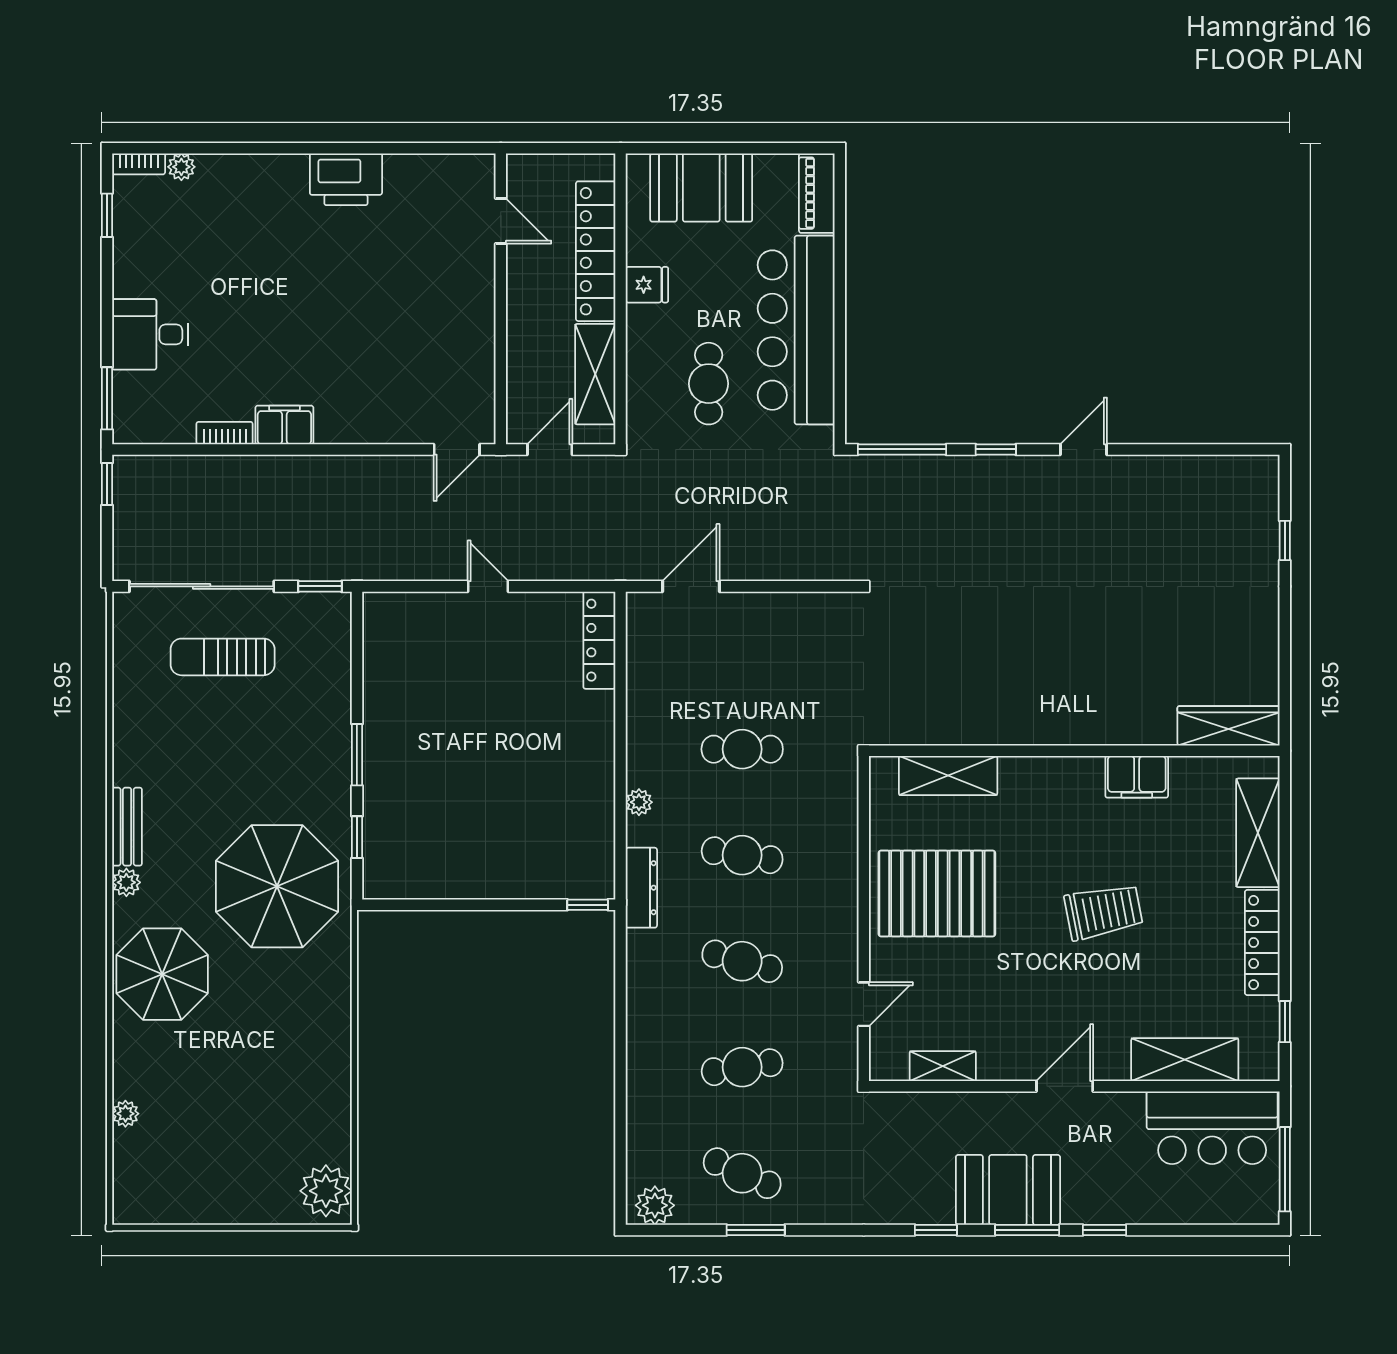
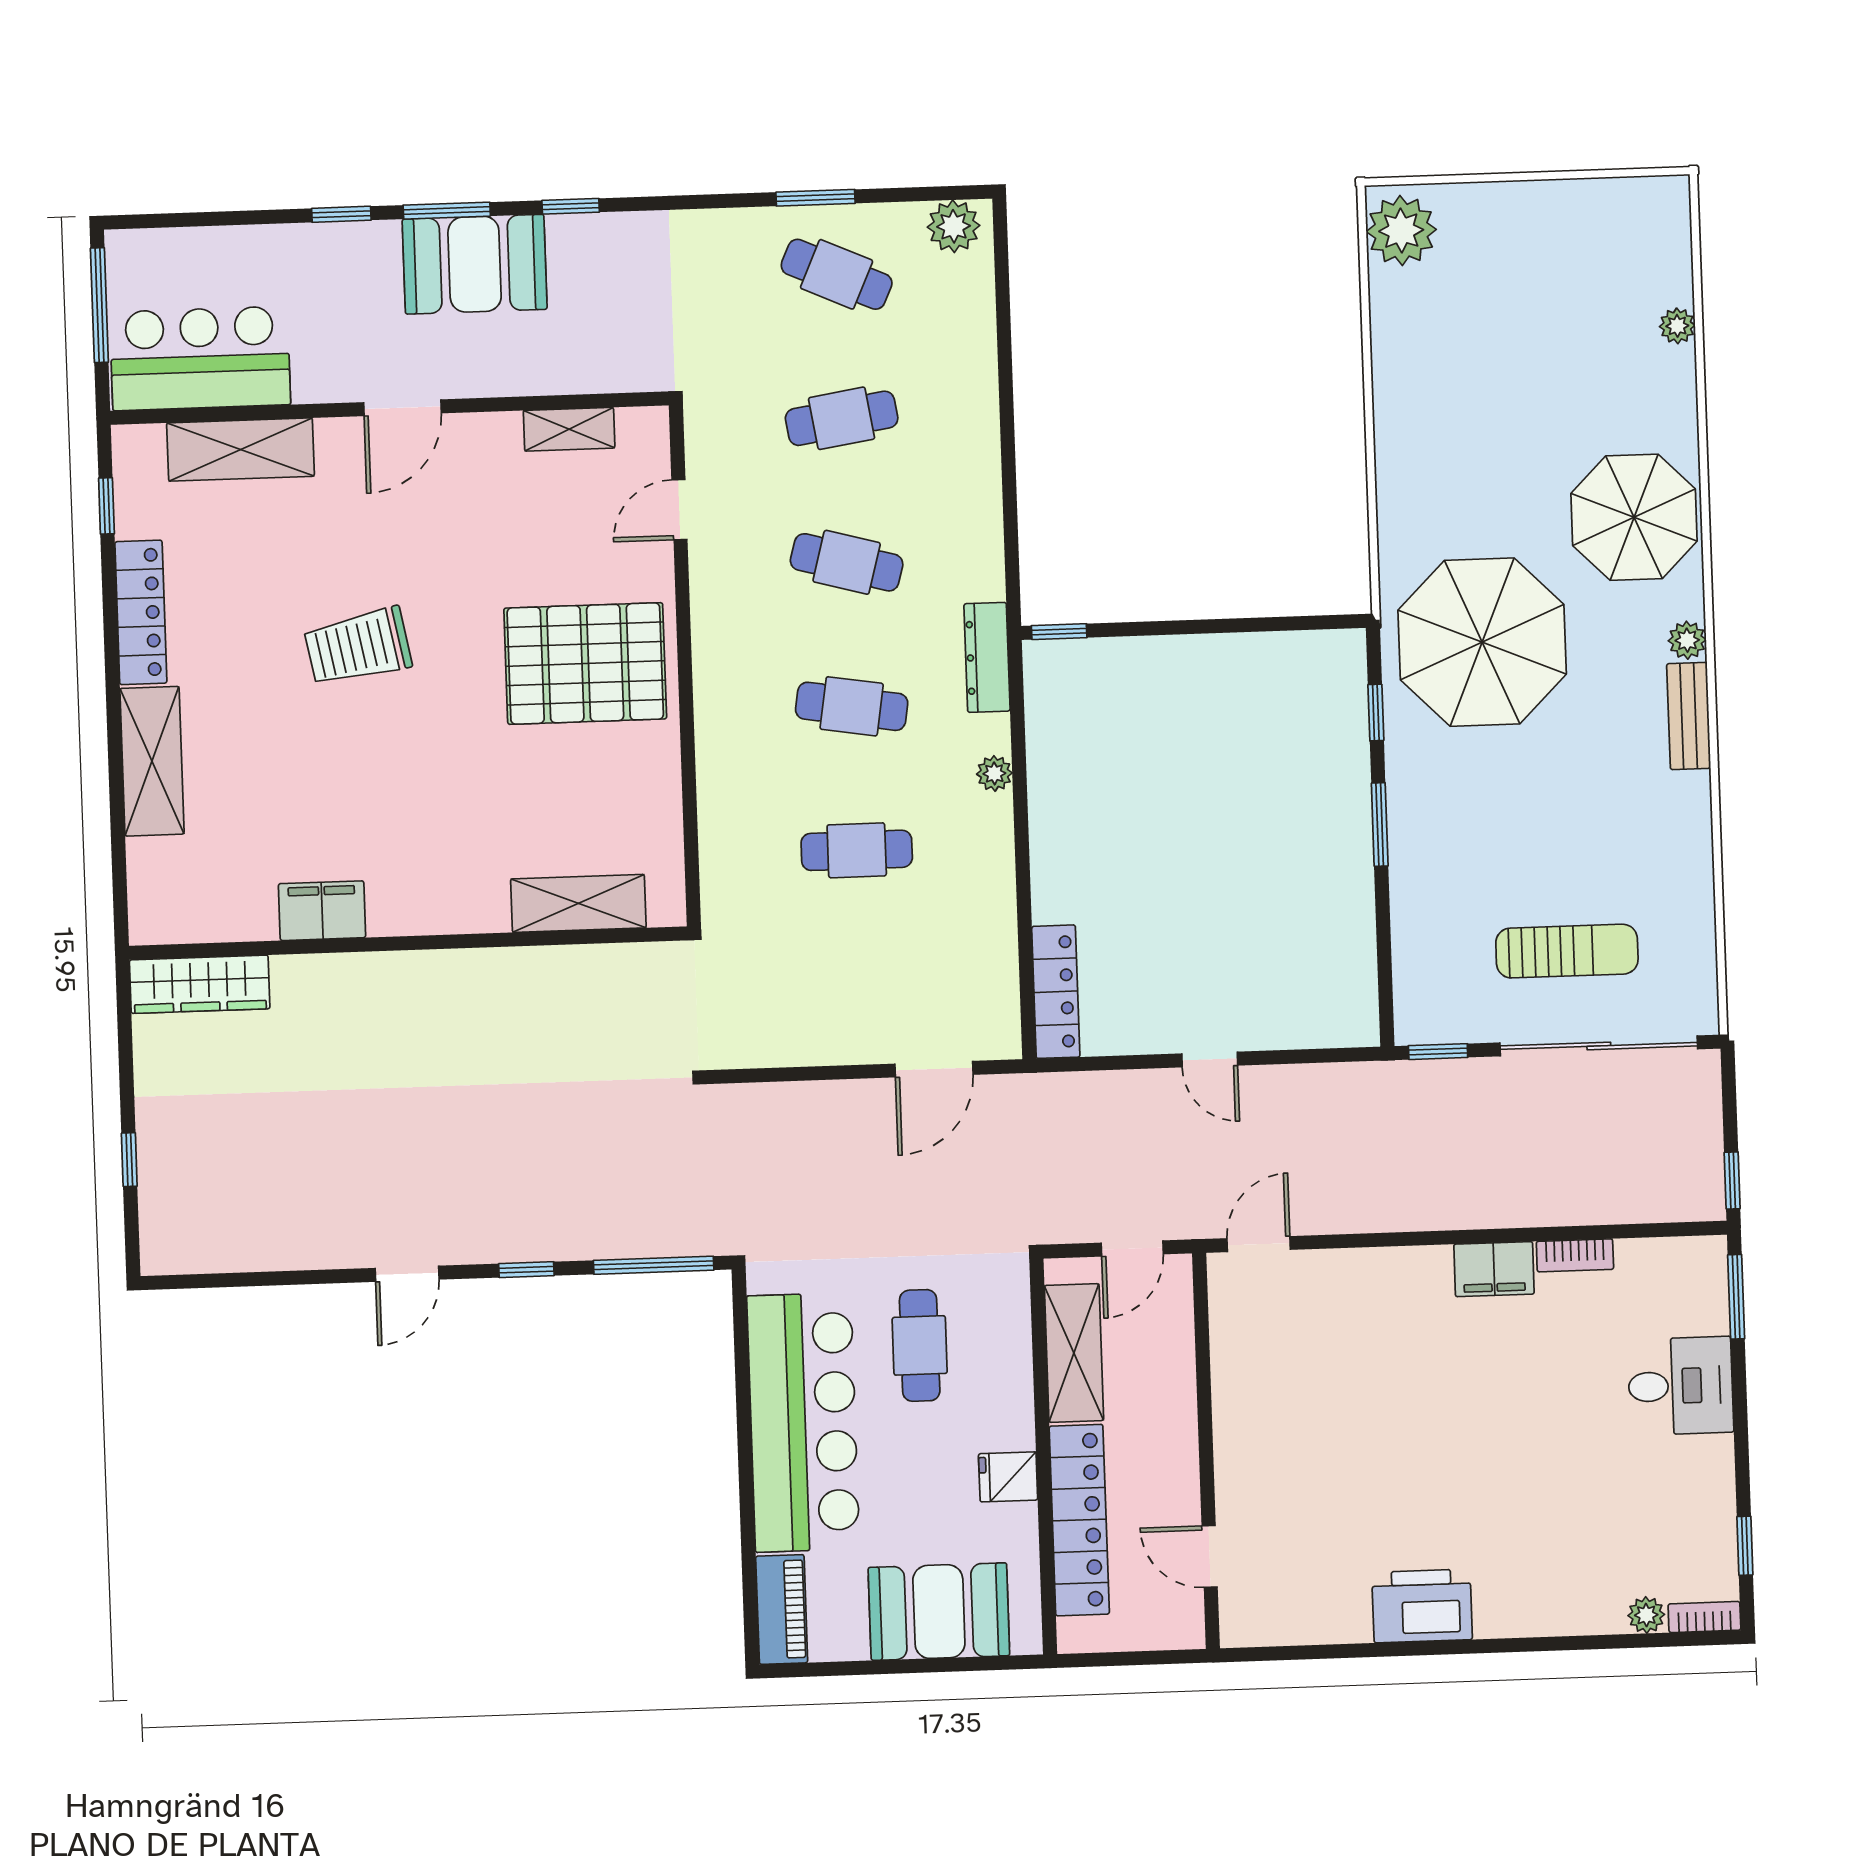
wardrobe: (1229, 726) -> (200, 984), moved
wall: (1074, 751) -> (408, 943), moved
shelving: (948, 776) -> (578, 903), moved
filing cabinet: (1137, 777) -> (322, 911), moved

